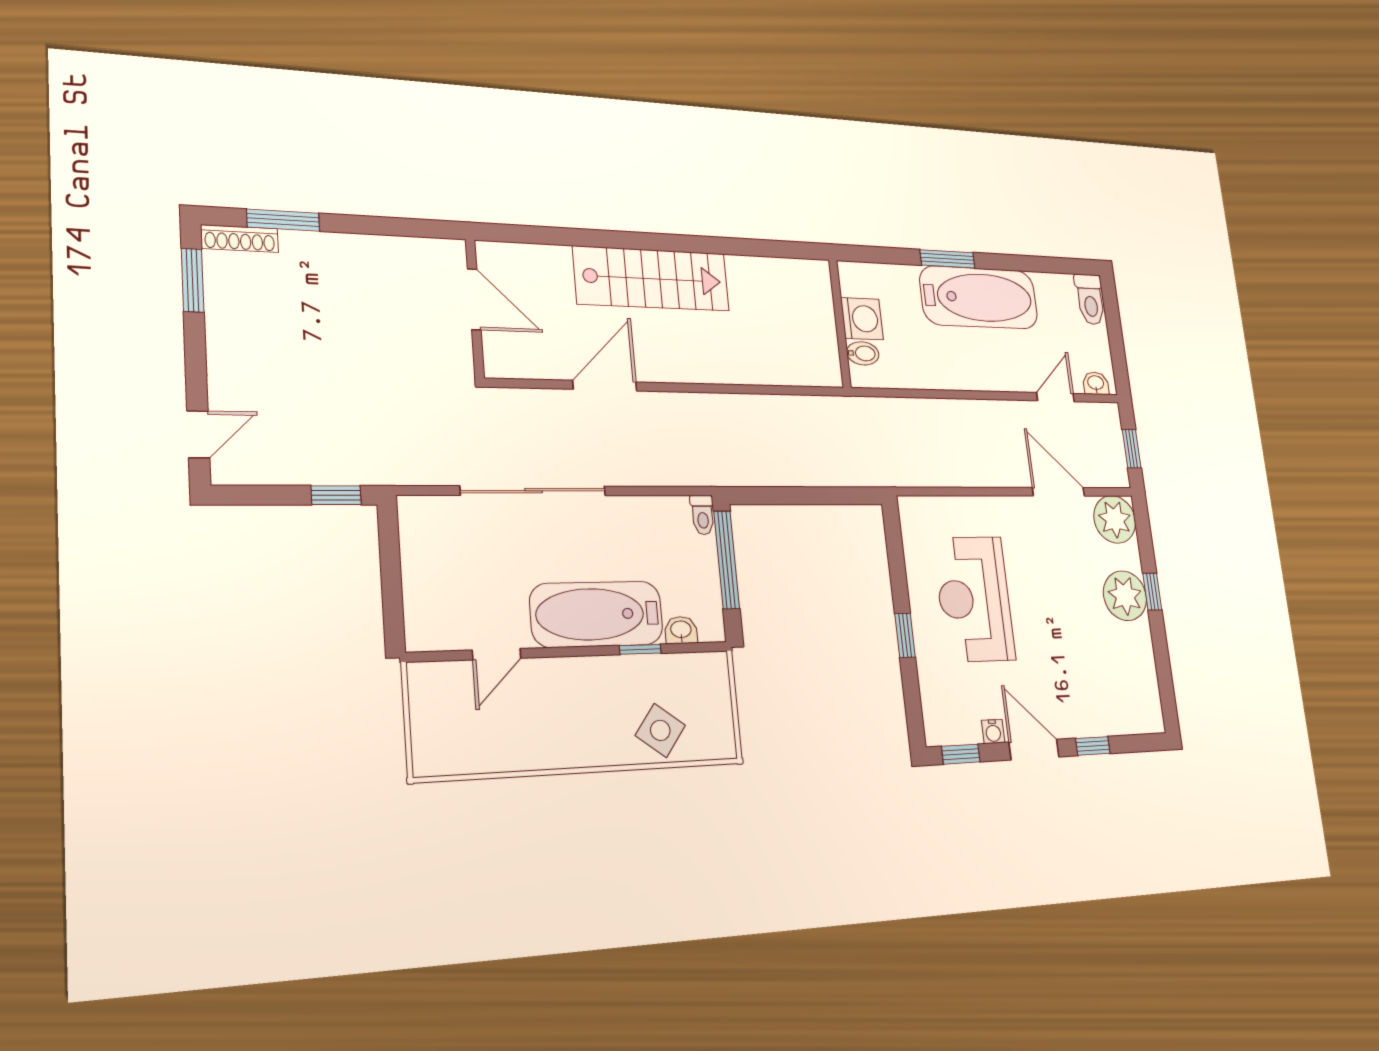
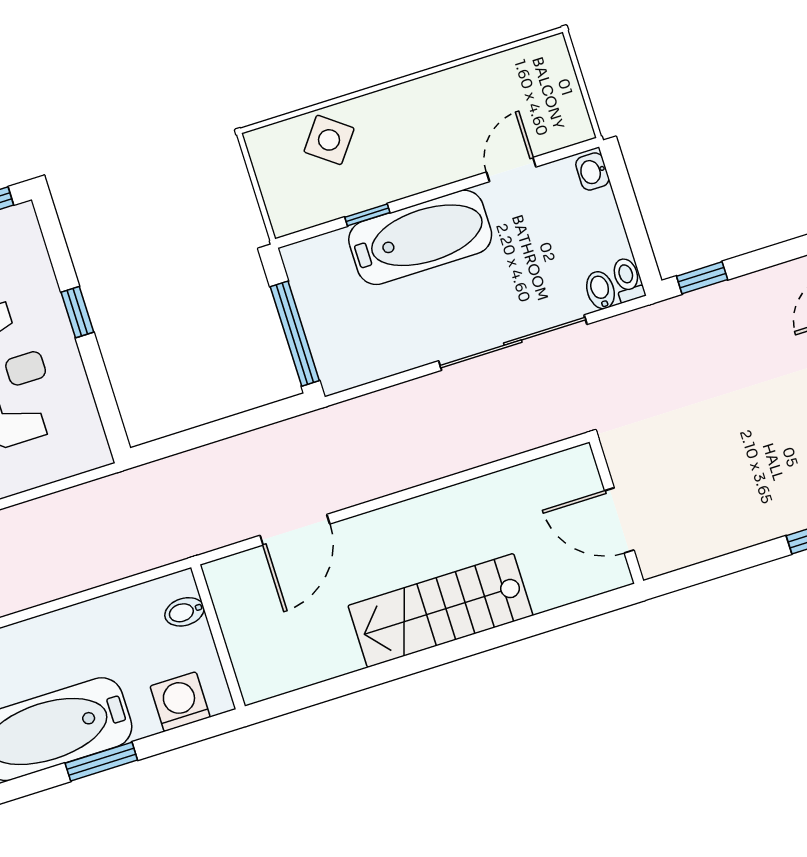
washing machine: (862, 319) -> (180, 702), moved, turned 90
door: (605, 386) -> (295, 530), moved
bidet: (439, 514) -> (600, 290), added
toilet: (703, 515) -> (628, 280), moved
washbasin: (681, 630) -> (592, 171), moved, turned 90

